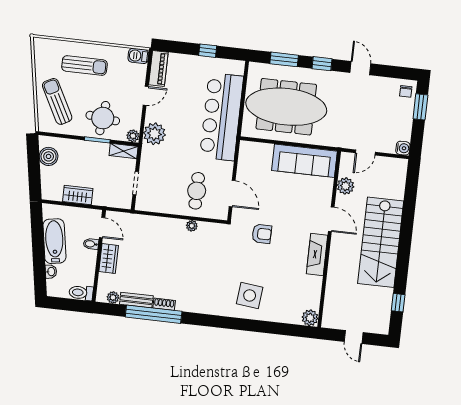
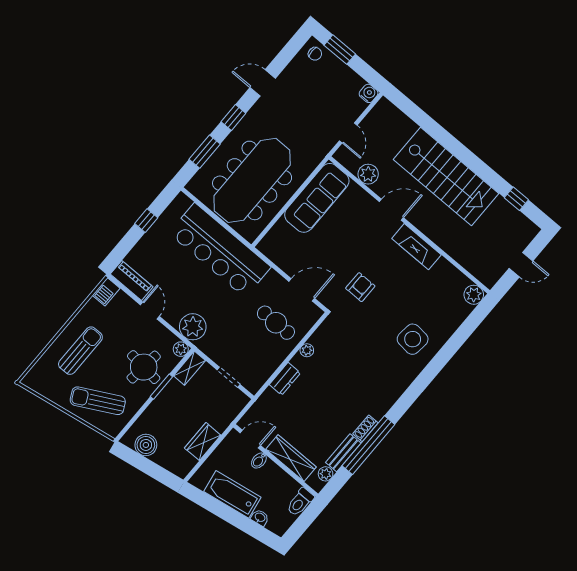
dresser: (161, 224) -> (285, 379), added
wardrobe: (109, 259) -> (291, 458), width x1.50

